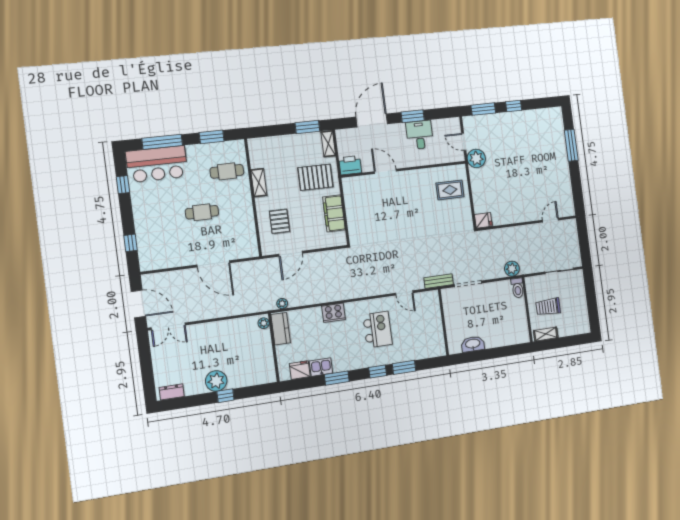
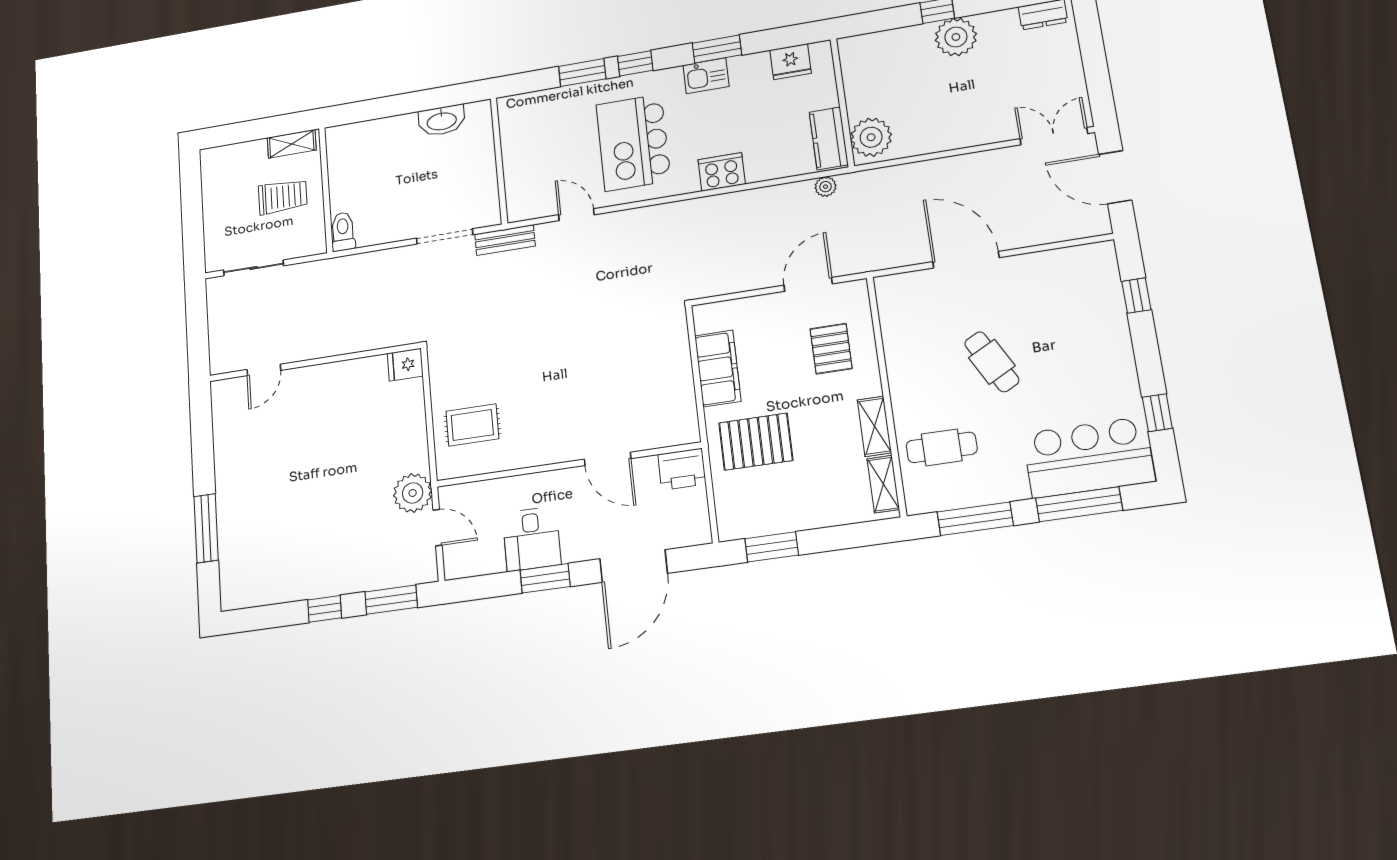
window: (212, 137) -> (975, 519), width x1.44
shelving: (328, 144) -> (883, 484), moved
cafe table: (202, 212) -> (992, 362), turned 62
plant: (512, 269) -> (352, 269), removed
plant: (264, 323) -> (871, 137), width x1.87, depth x1.87
kitchen island: (378, 330) -> (633, 143), width x1.37, depth x1.28
kitchen sink: (321, 367) -> (706, 76), moved

